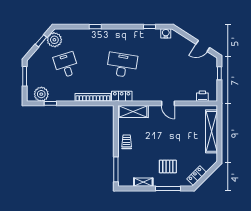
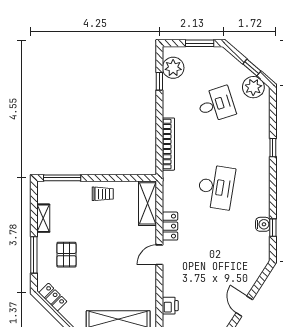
water cooler: (166, 33) -> (263, 224), moved
locker: (122, 96) -> (170, 226), moved

